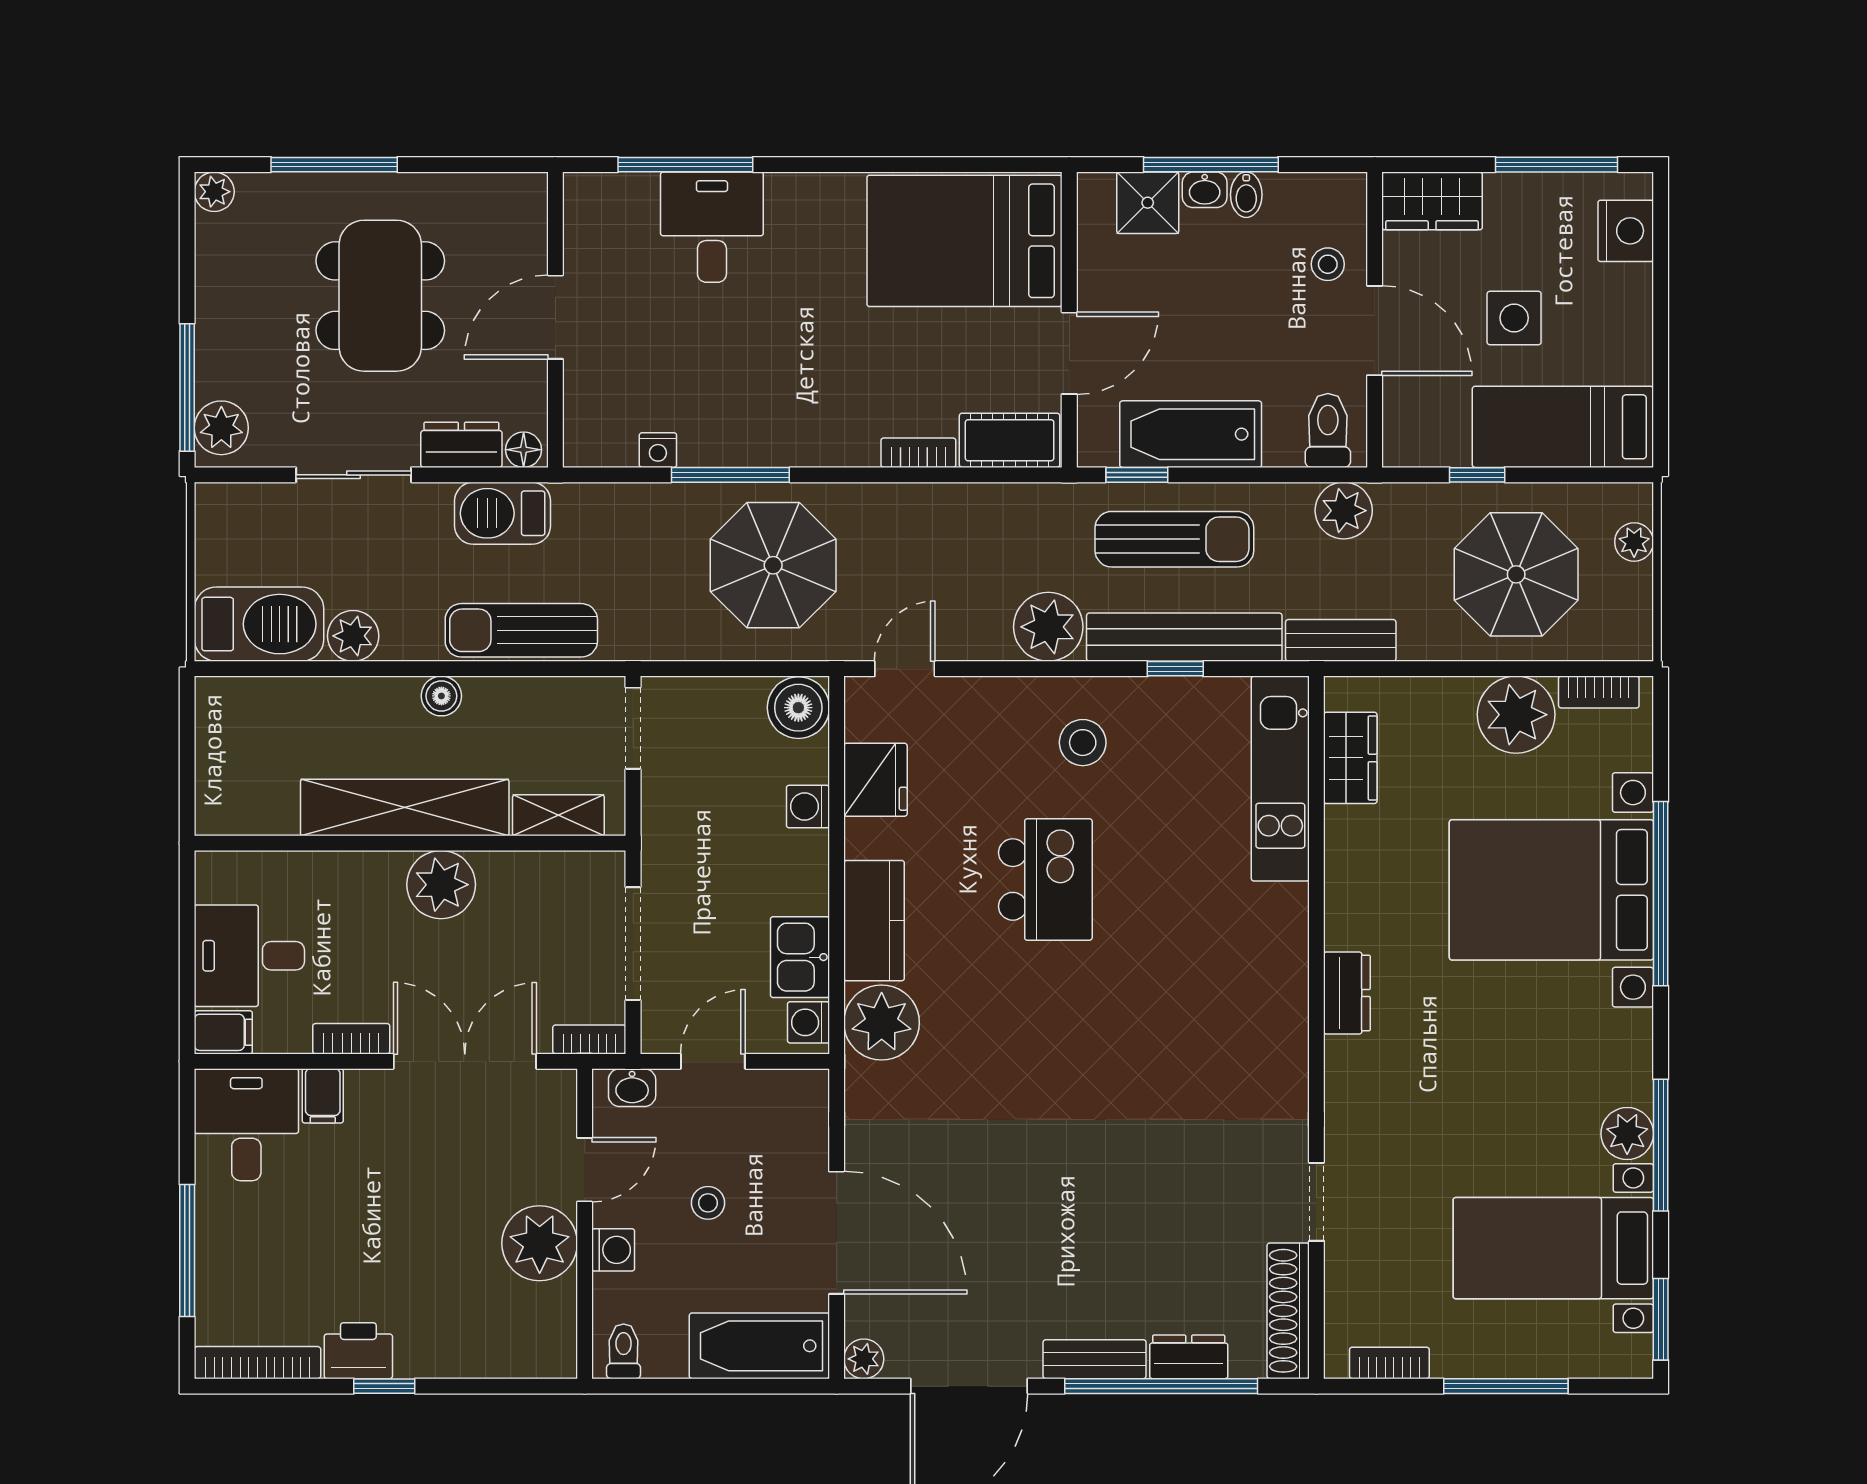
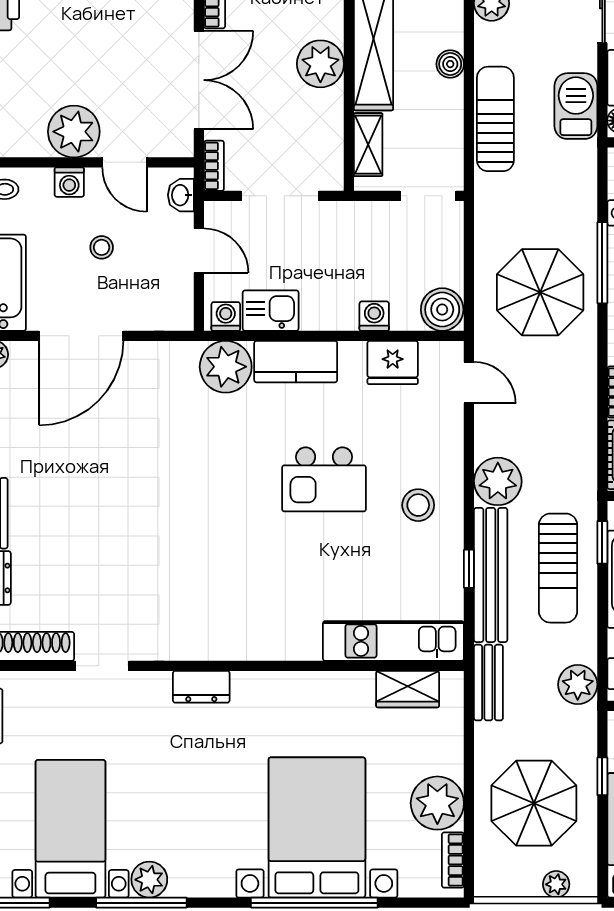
dresser: (1347, 993) -> (201, 687), moved

